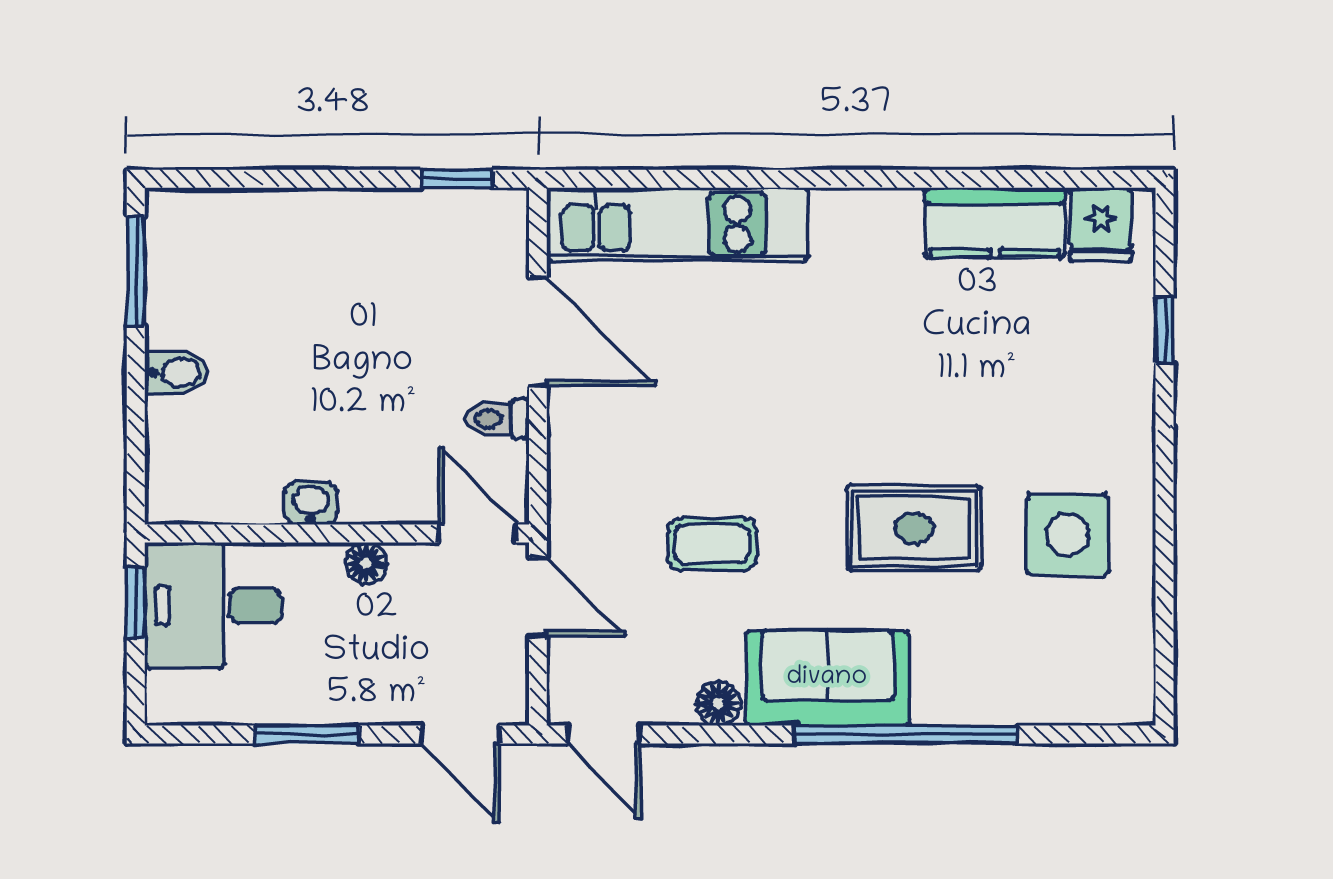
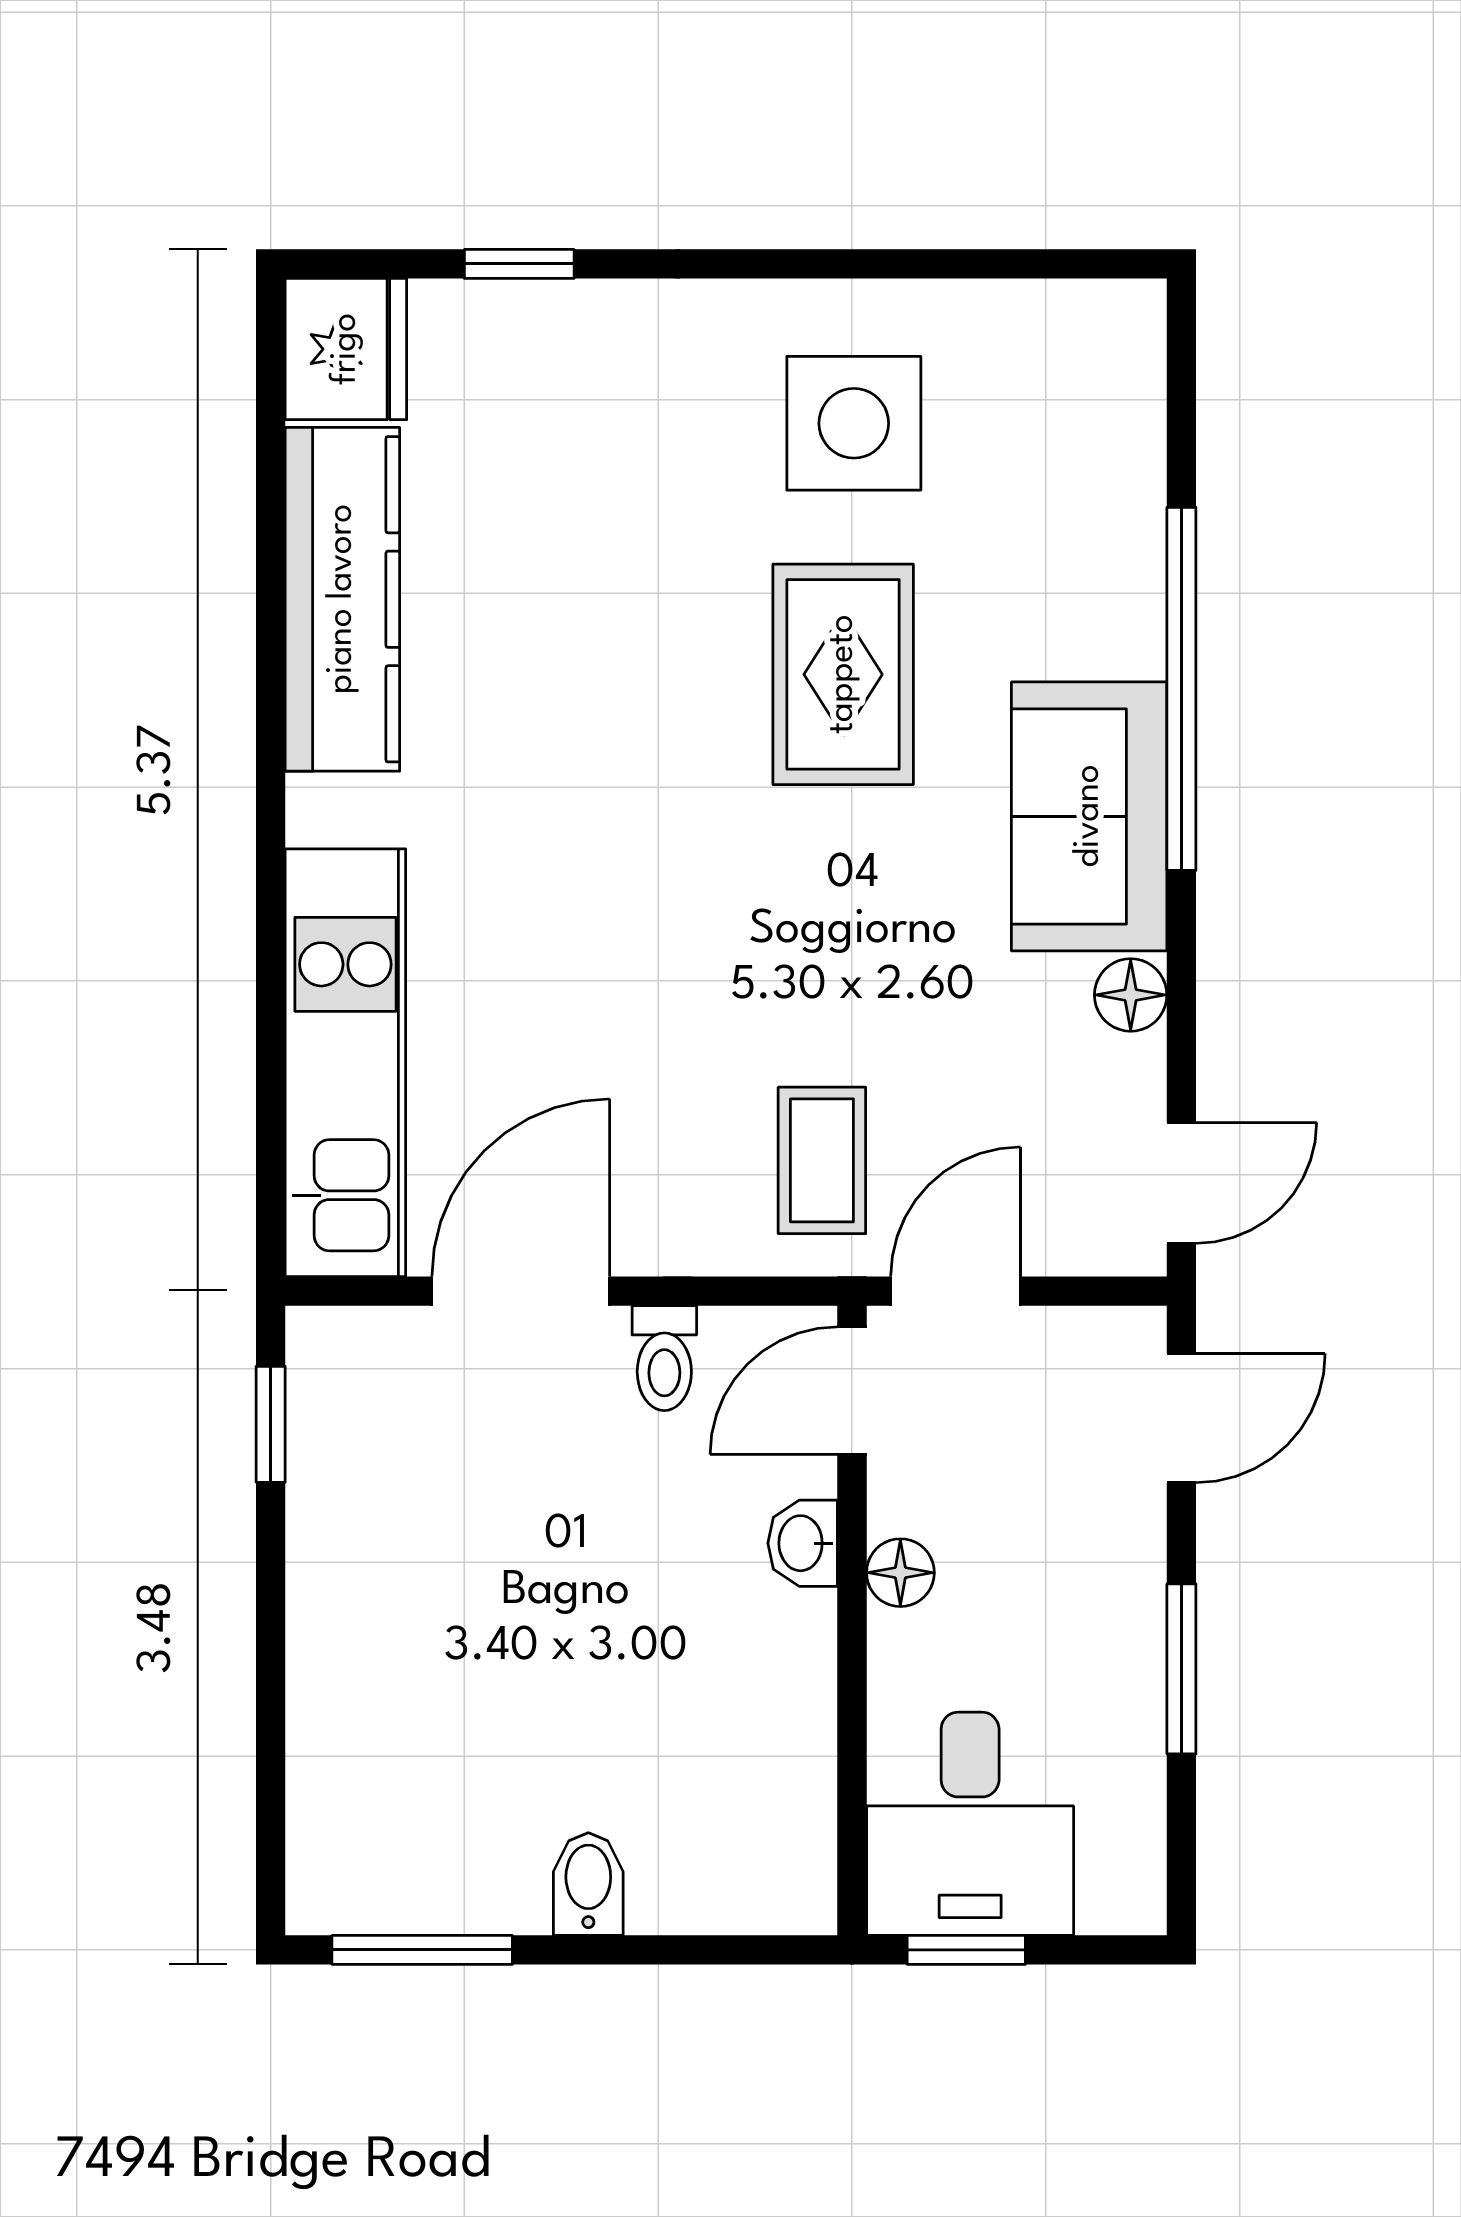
kitchen counter: (995, 223) -> (342, 599), width x1.50
fridge: (1101, 225) -> (346, 349), width x1.38
washbasin: (311, 503) -> (803, 1543), moved
coffee table: (712, 544) -> (822, 1160), moved

